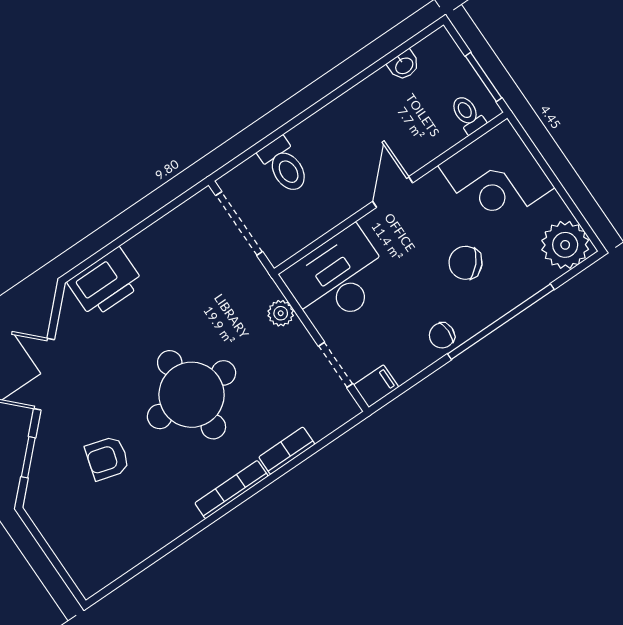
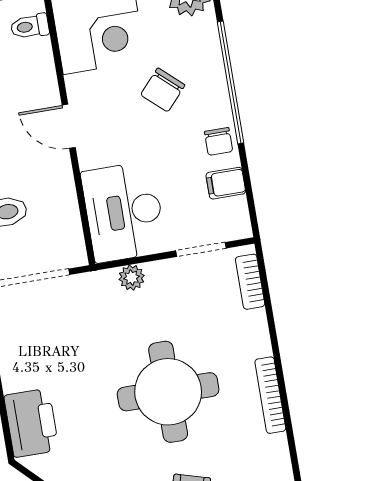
filing cabinet: (376, 386) -> (226, 183), moved, turned -90
bookcase: (287, 451) -> (250, 282), moved

